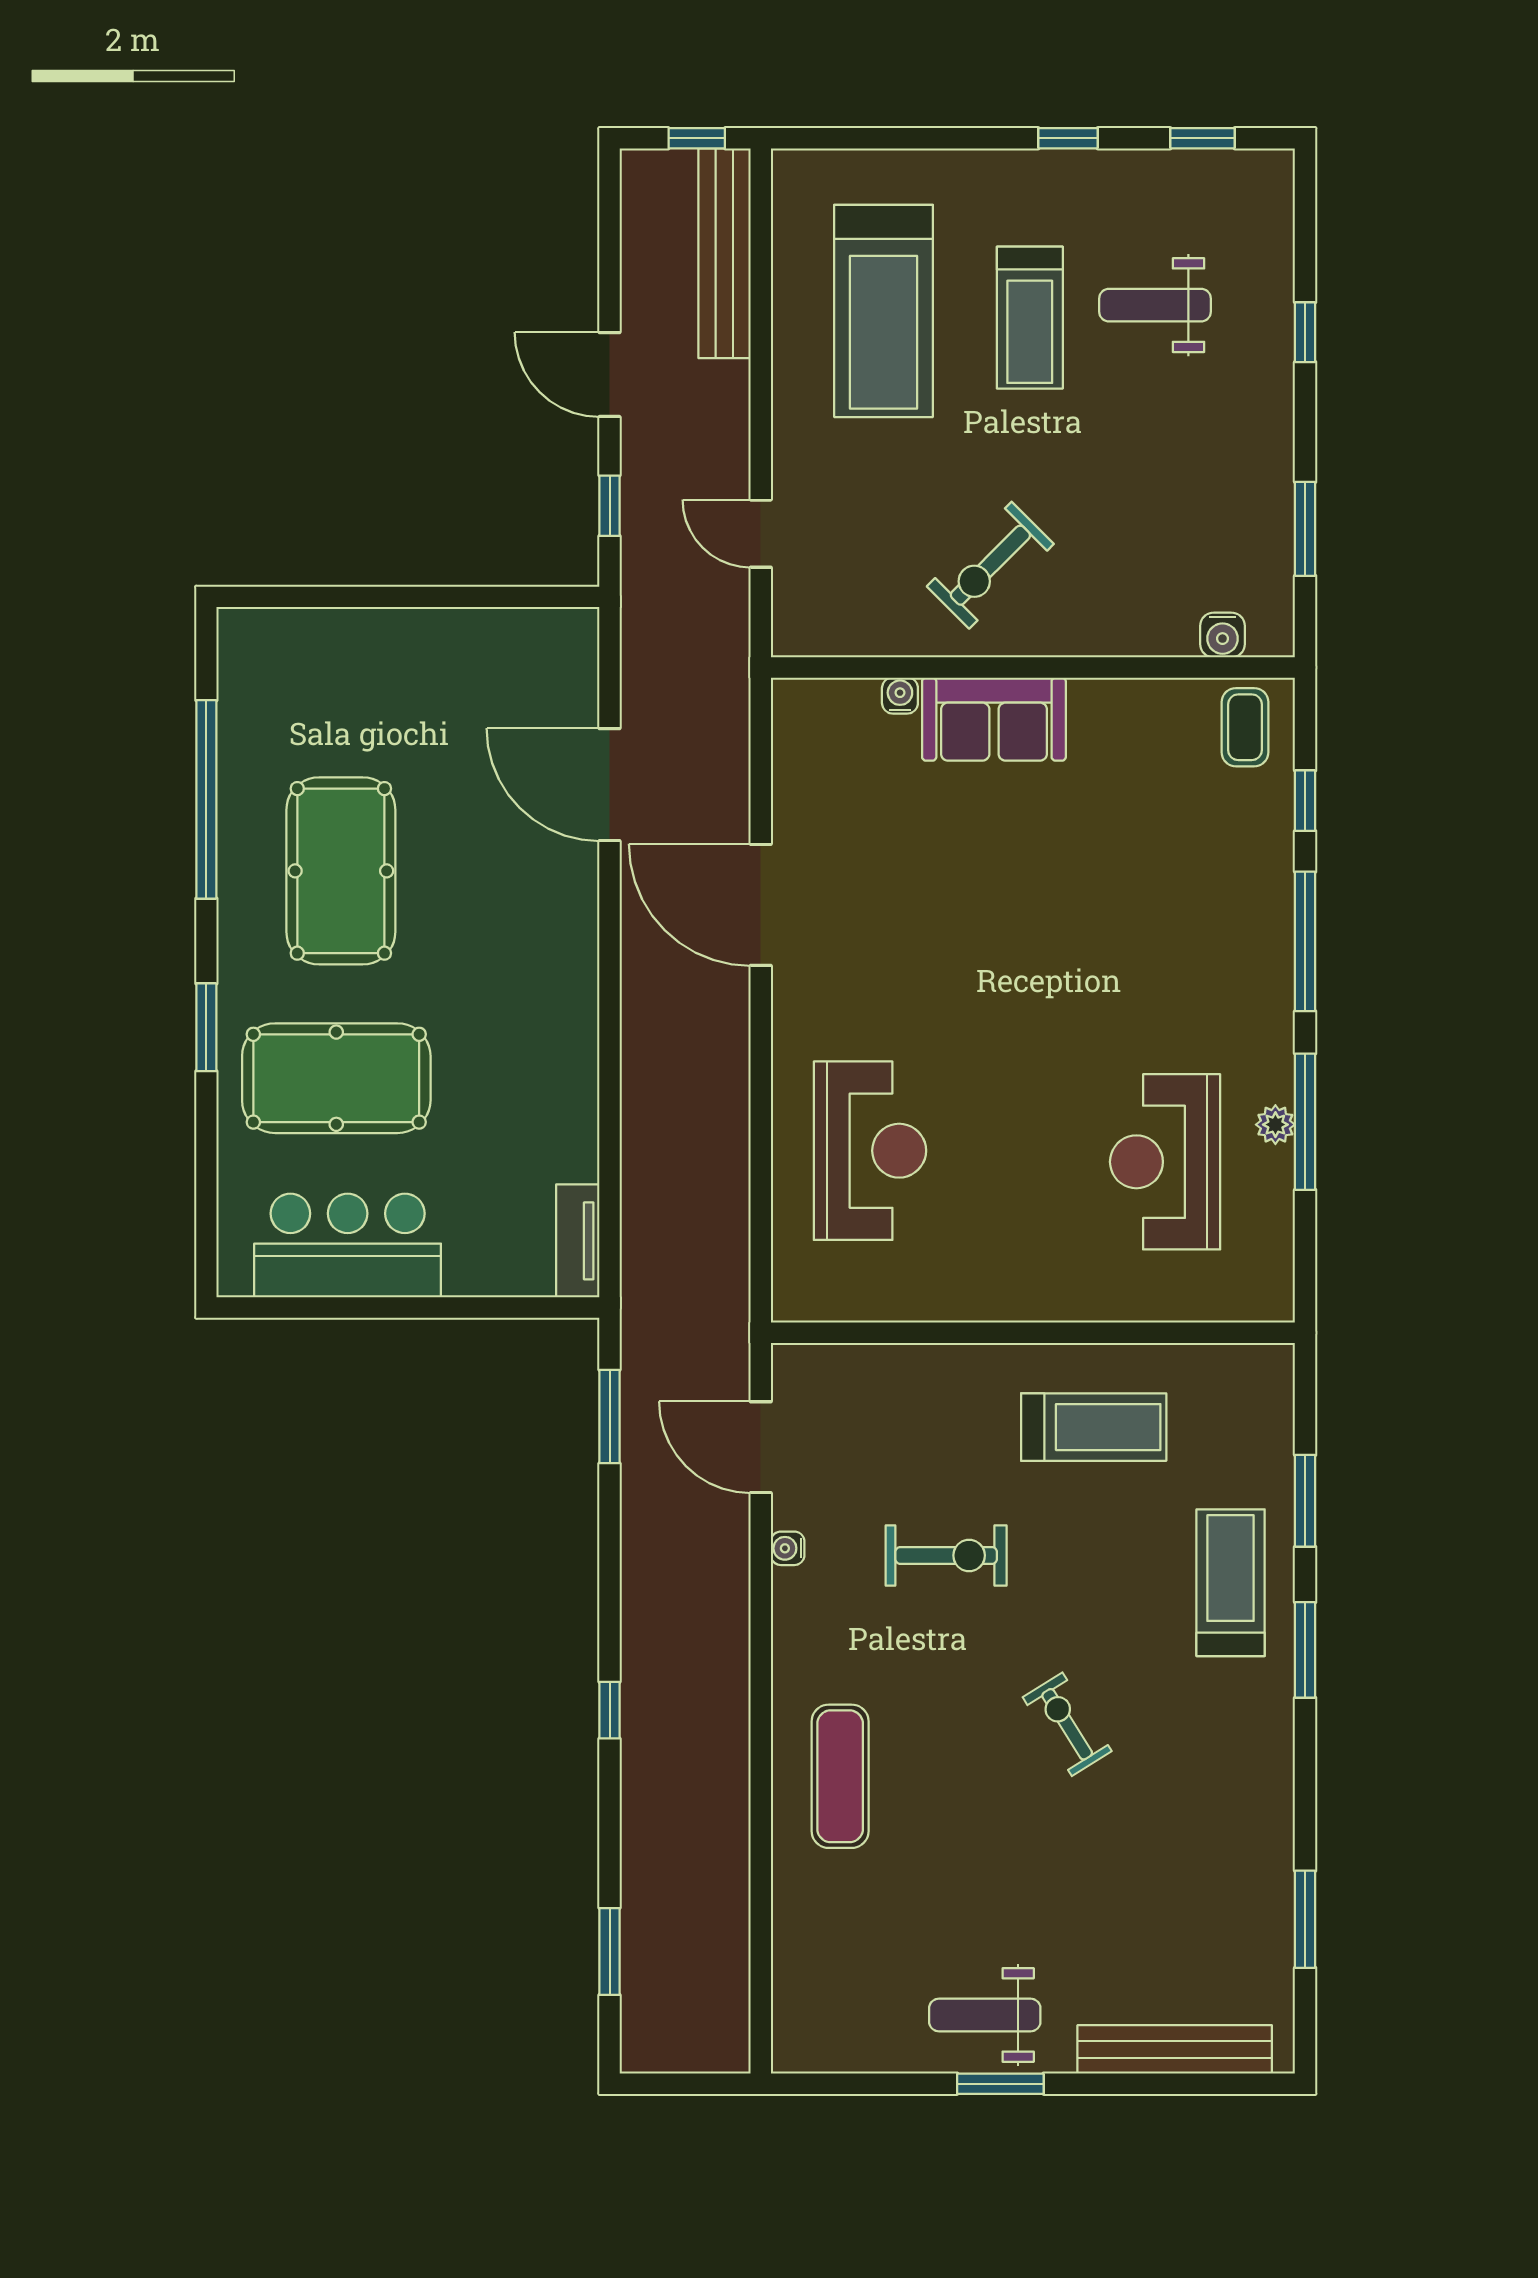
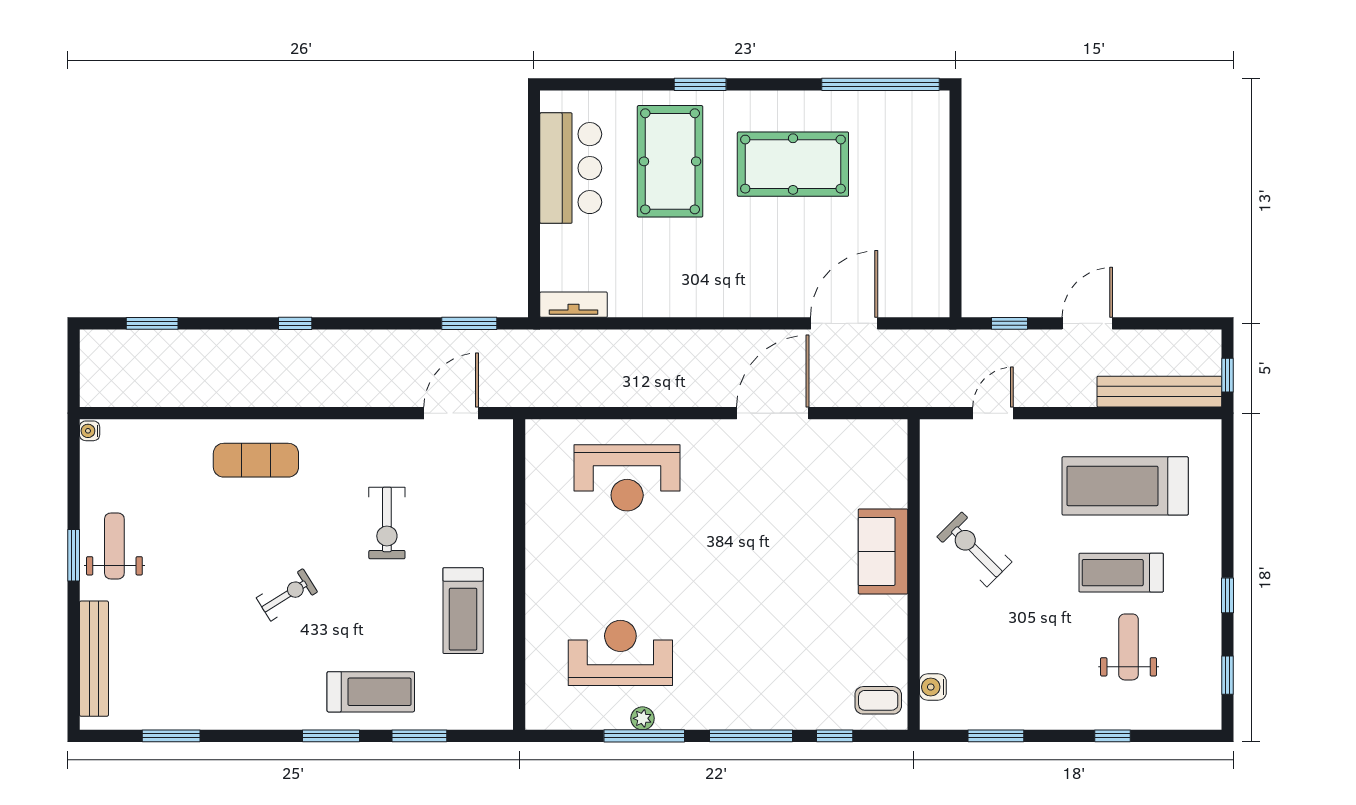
water cooler: (900, 696) -> (897, 496), removed
window: (206, 799) -> (881, 84), moved
water cooler: (788, 1548) -> (90, 431), moved, turned -90

